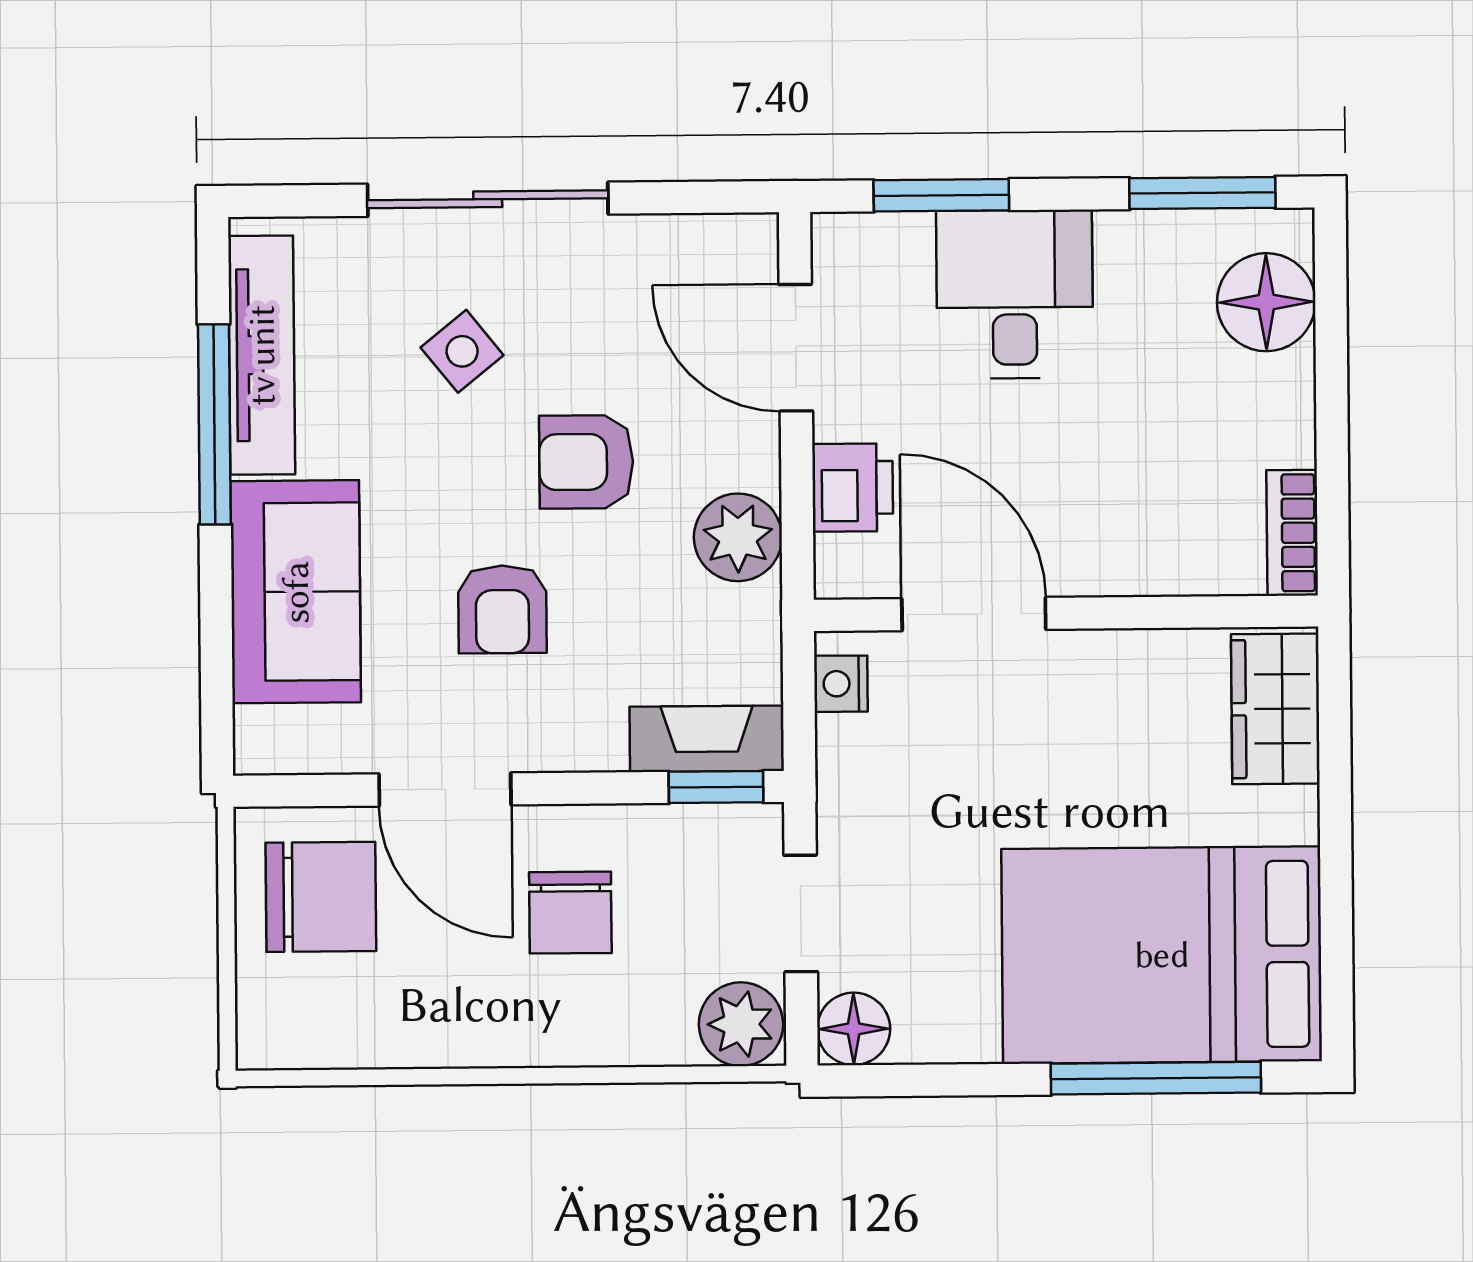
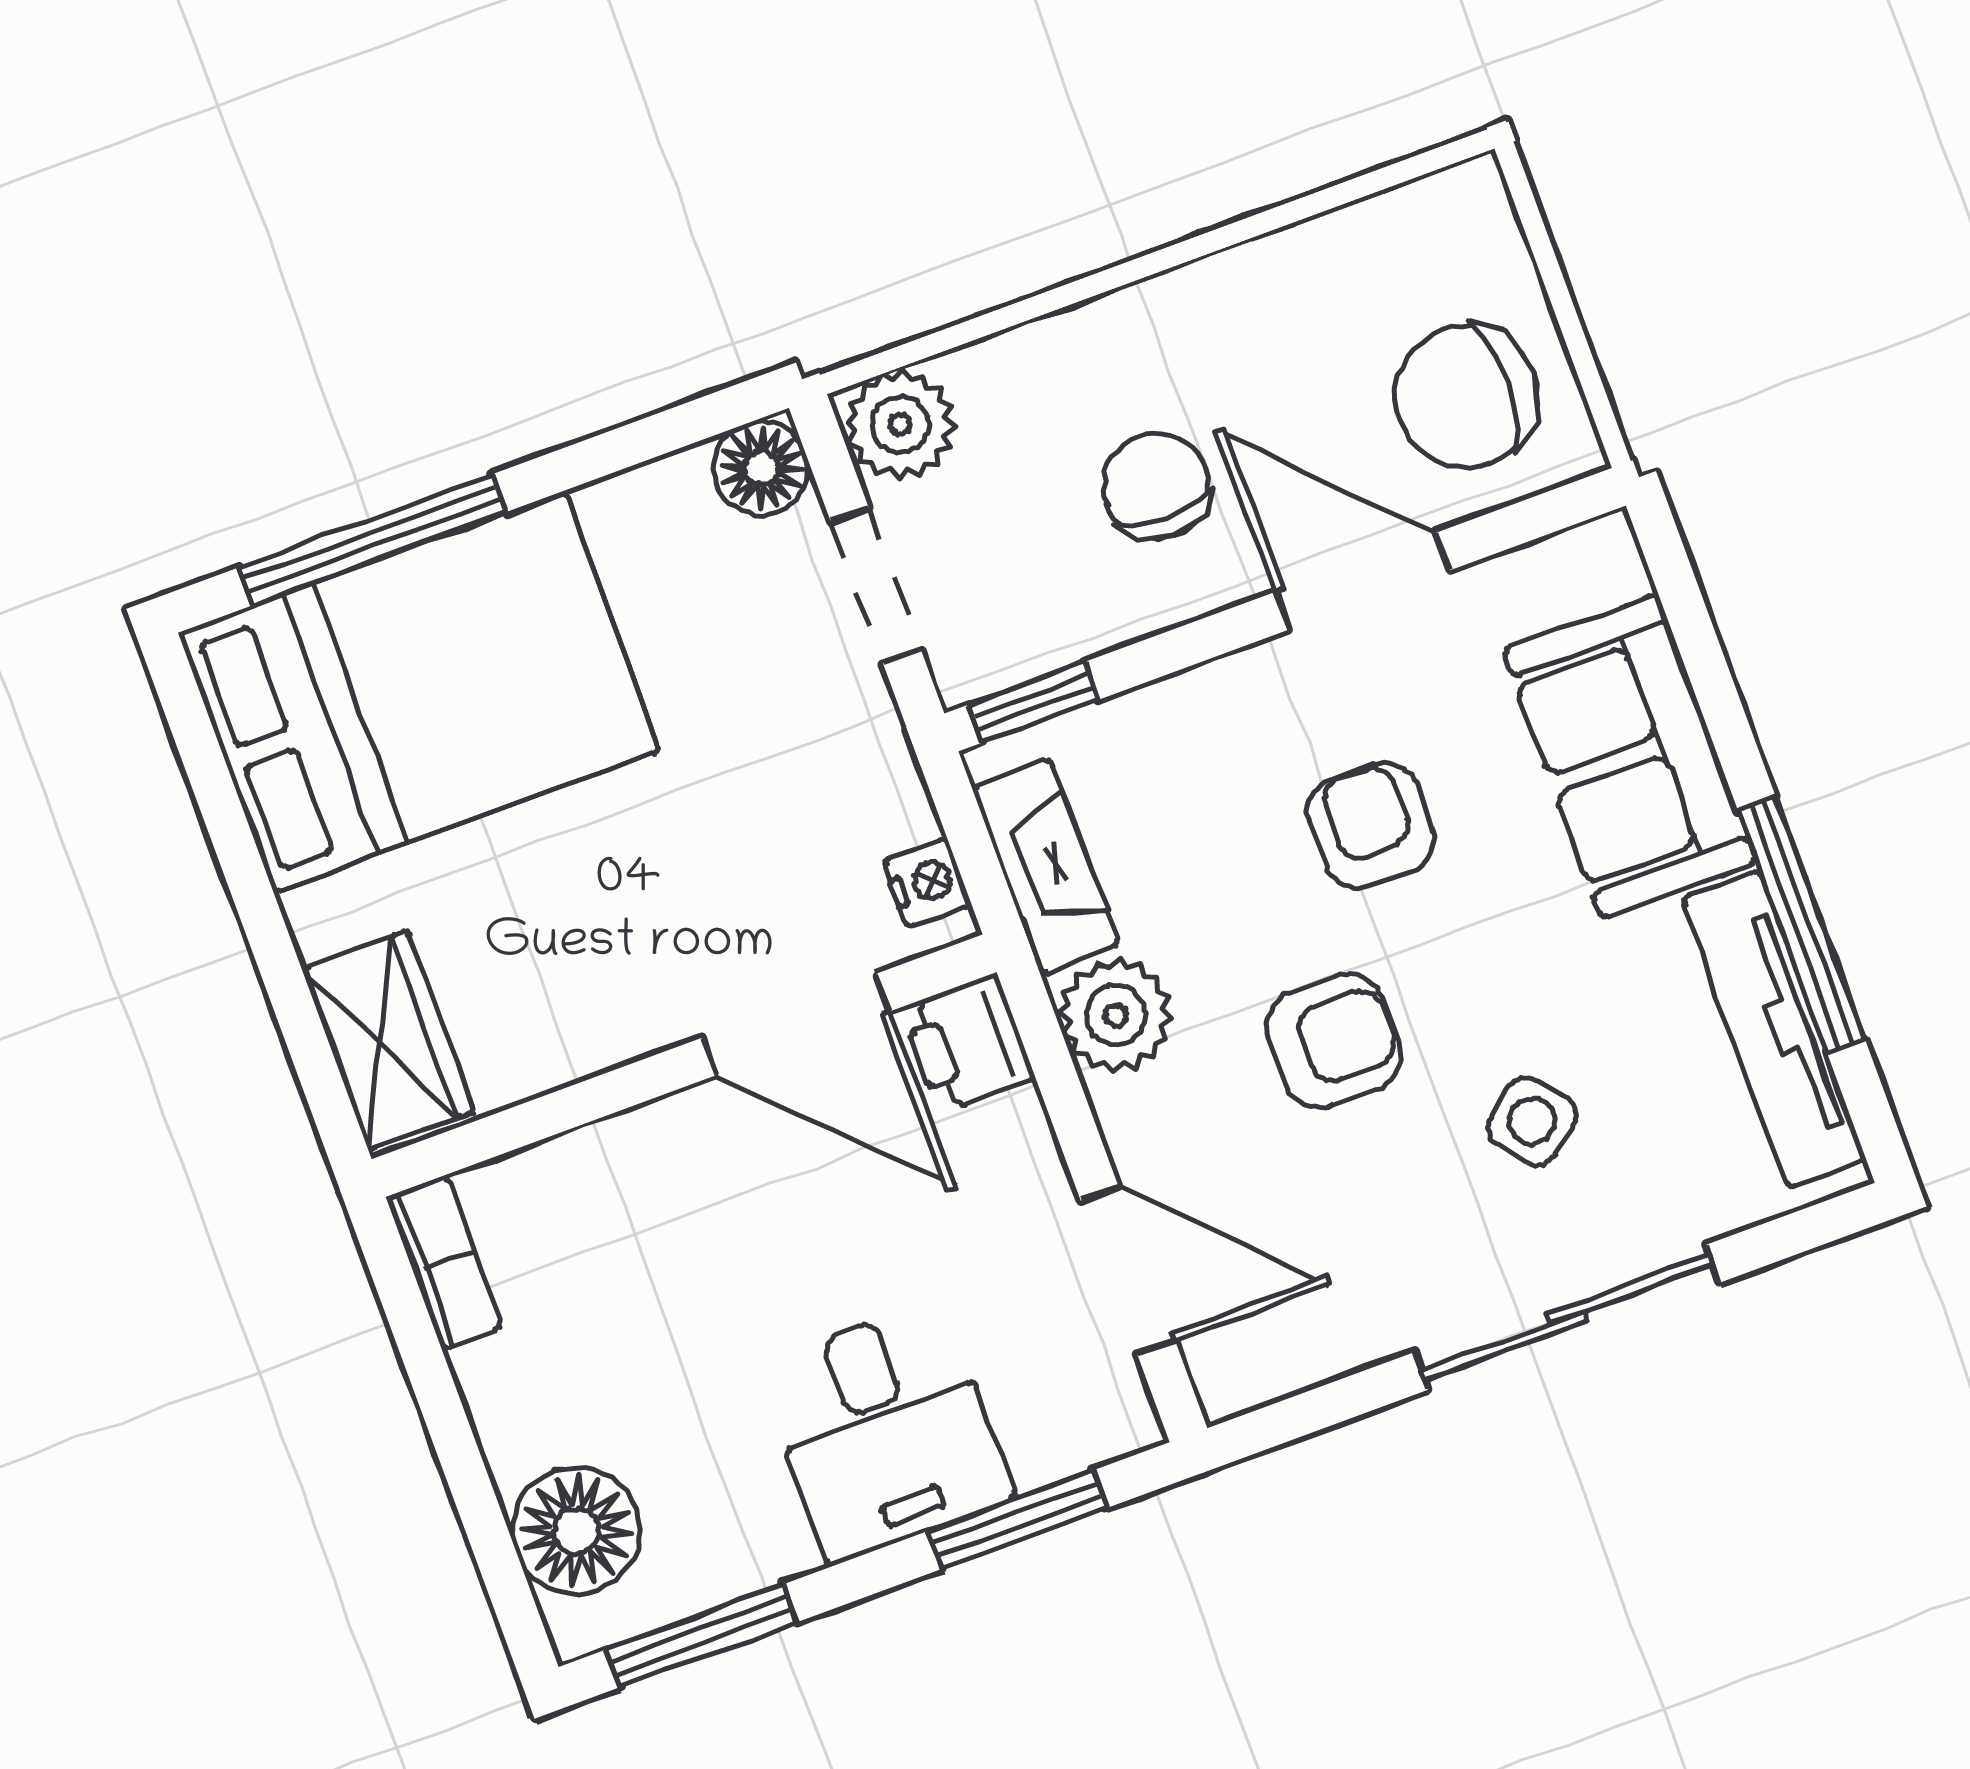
printer: (853, 488) -> (968, 1043), moved
fireplace: (707, 739) -> (1046, 866), moved, turned -90

